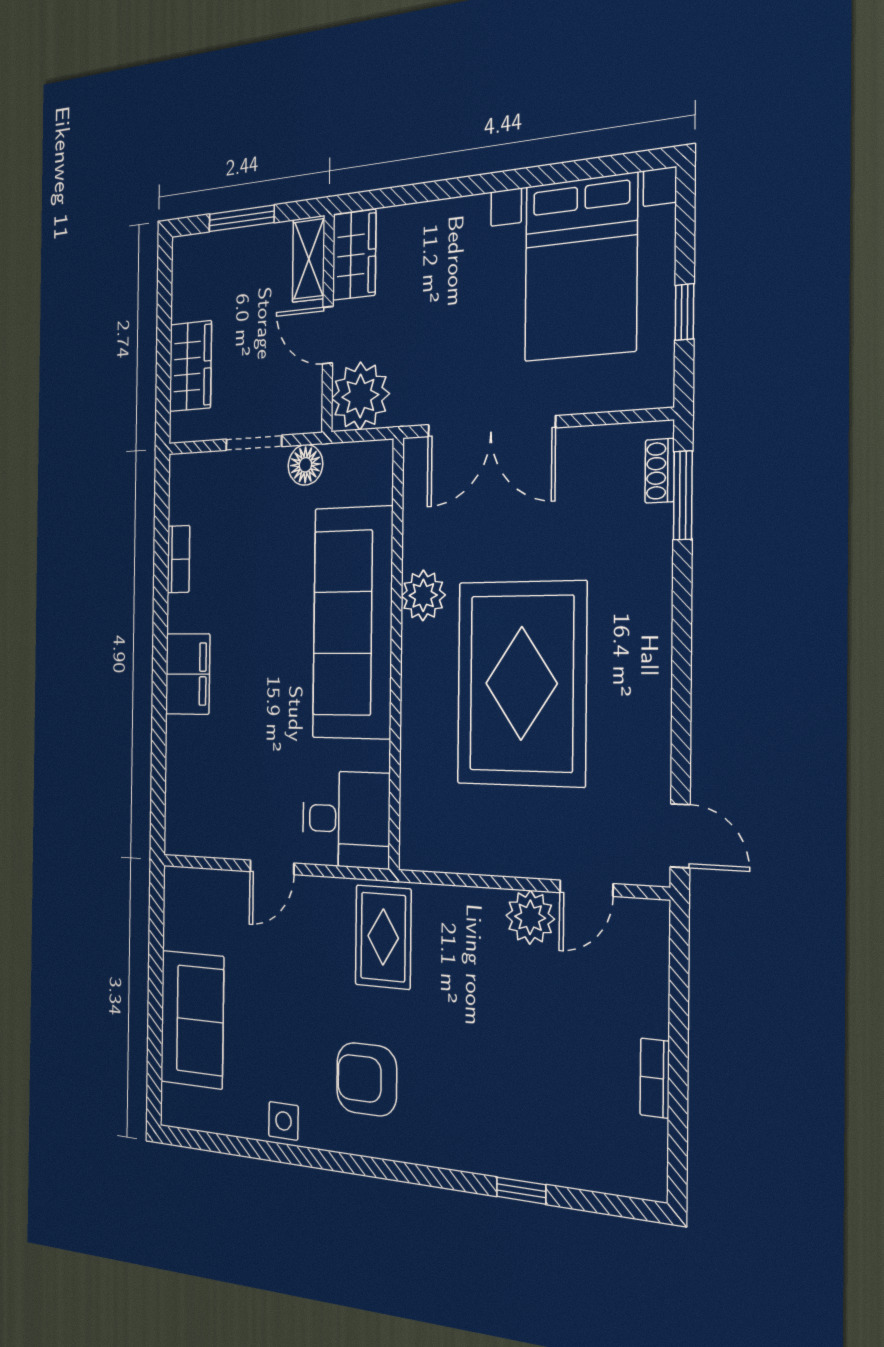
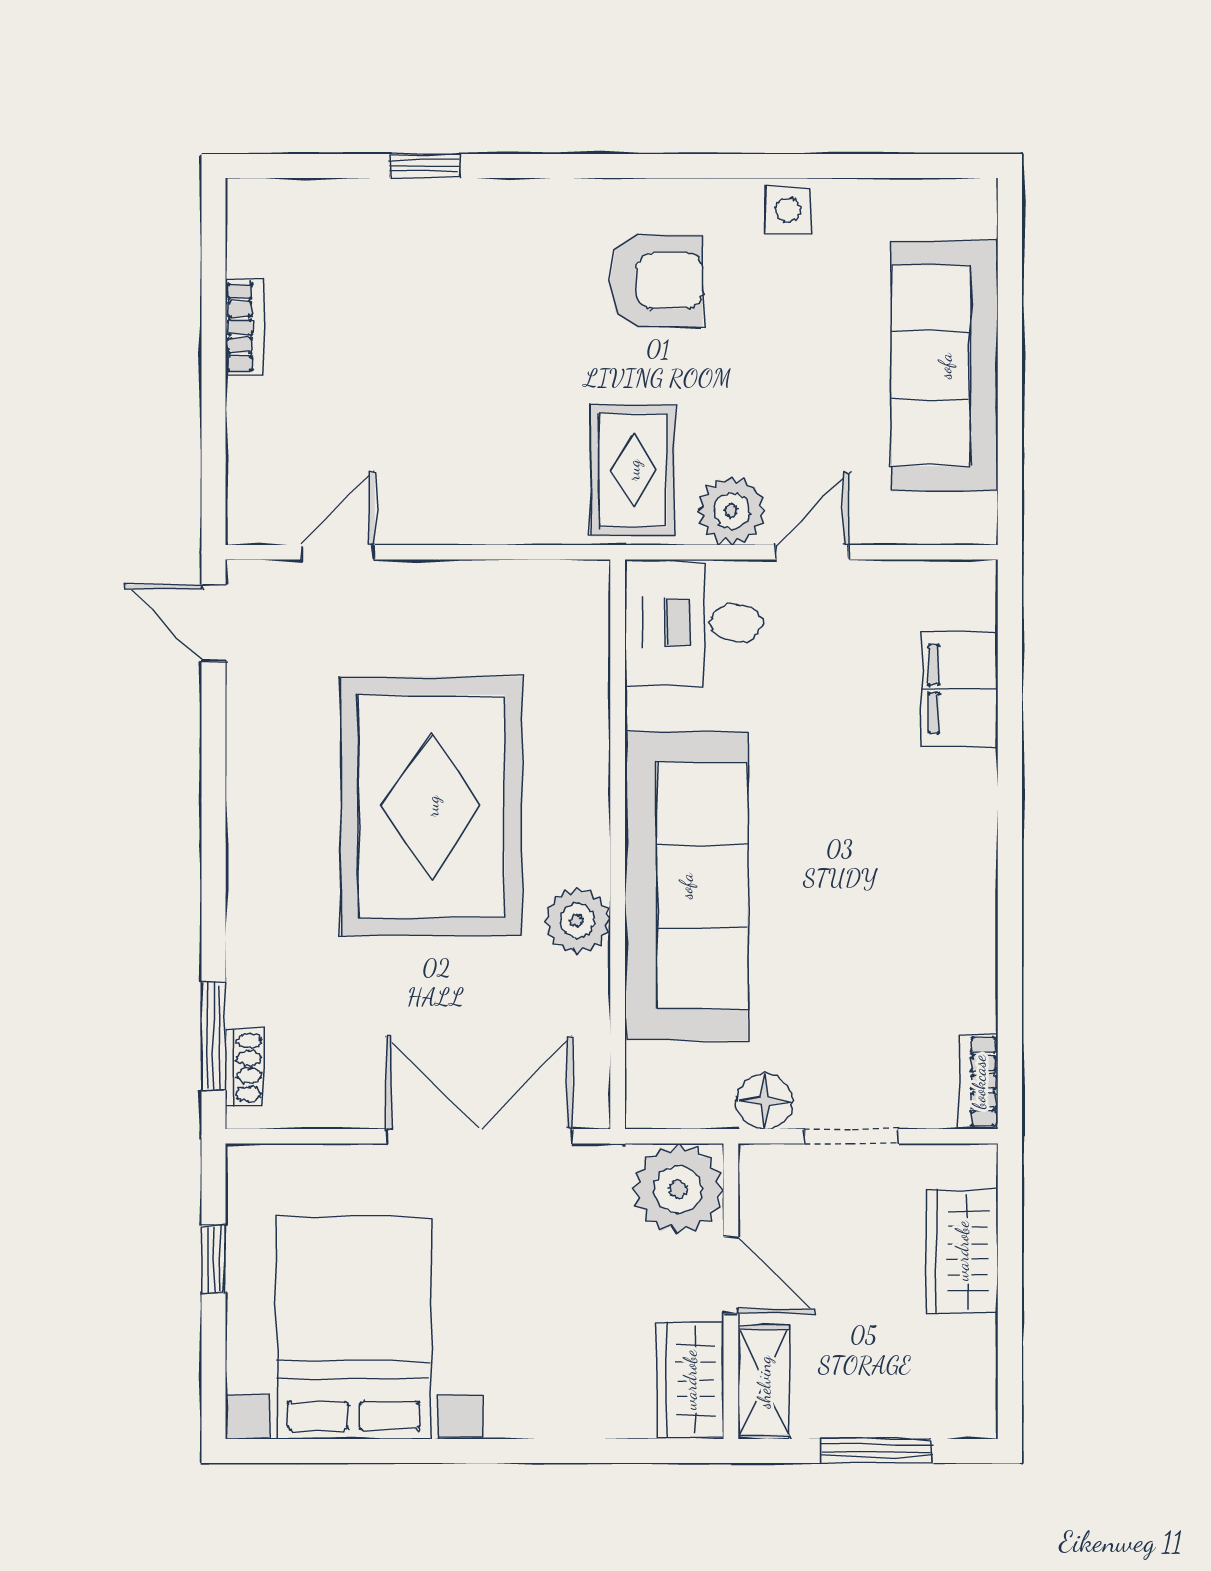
bookcase: (178, 559) -> (979, 1082), moved
filing cabinet: (188, 674) -> (960, 689), moved
plant: (530, 917) -> (731, 511), moved
sofa: (192, 1019) -> (945, 366), width x1.36

